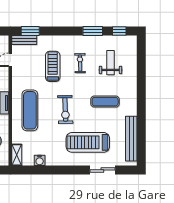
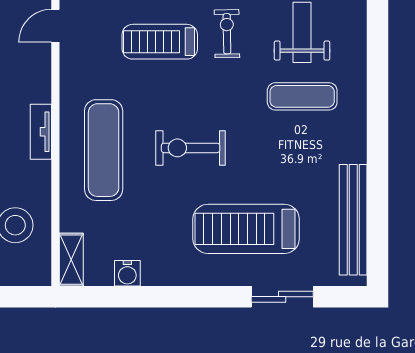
treadmill: (53, 66) -> (160, 42), turned -90
exercise mat: (105, 102) -> (302, 96), moved
exercise bike: (65, 109) -> (191, 148), turned 92

